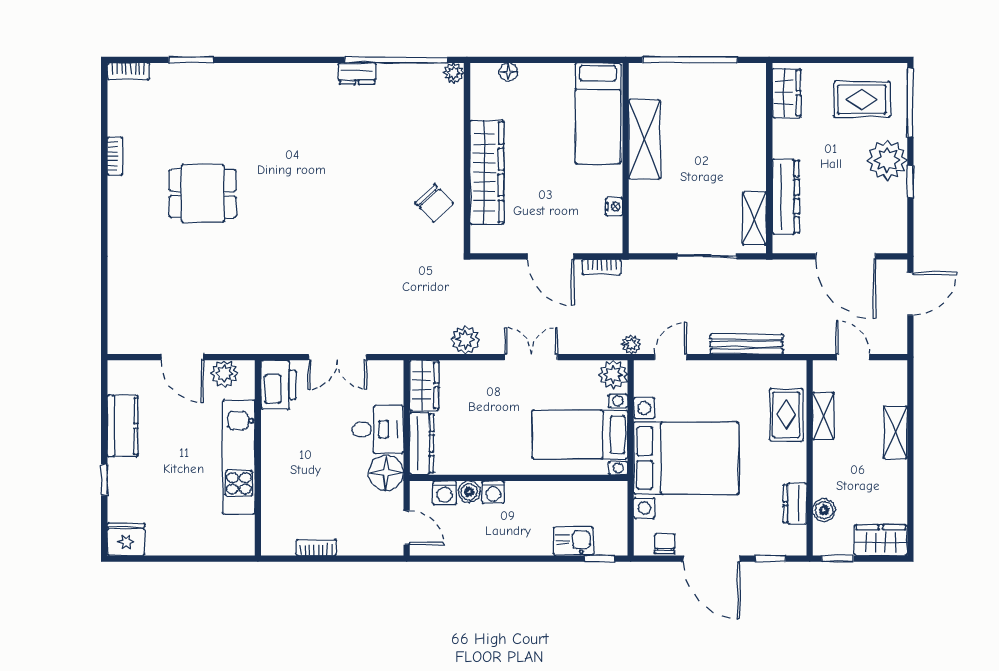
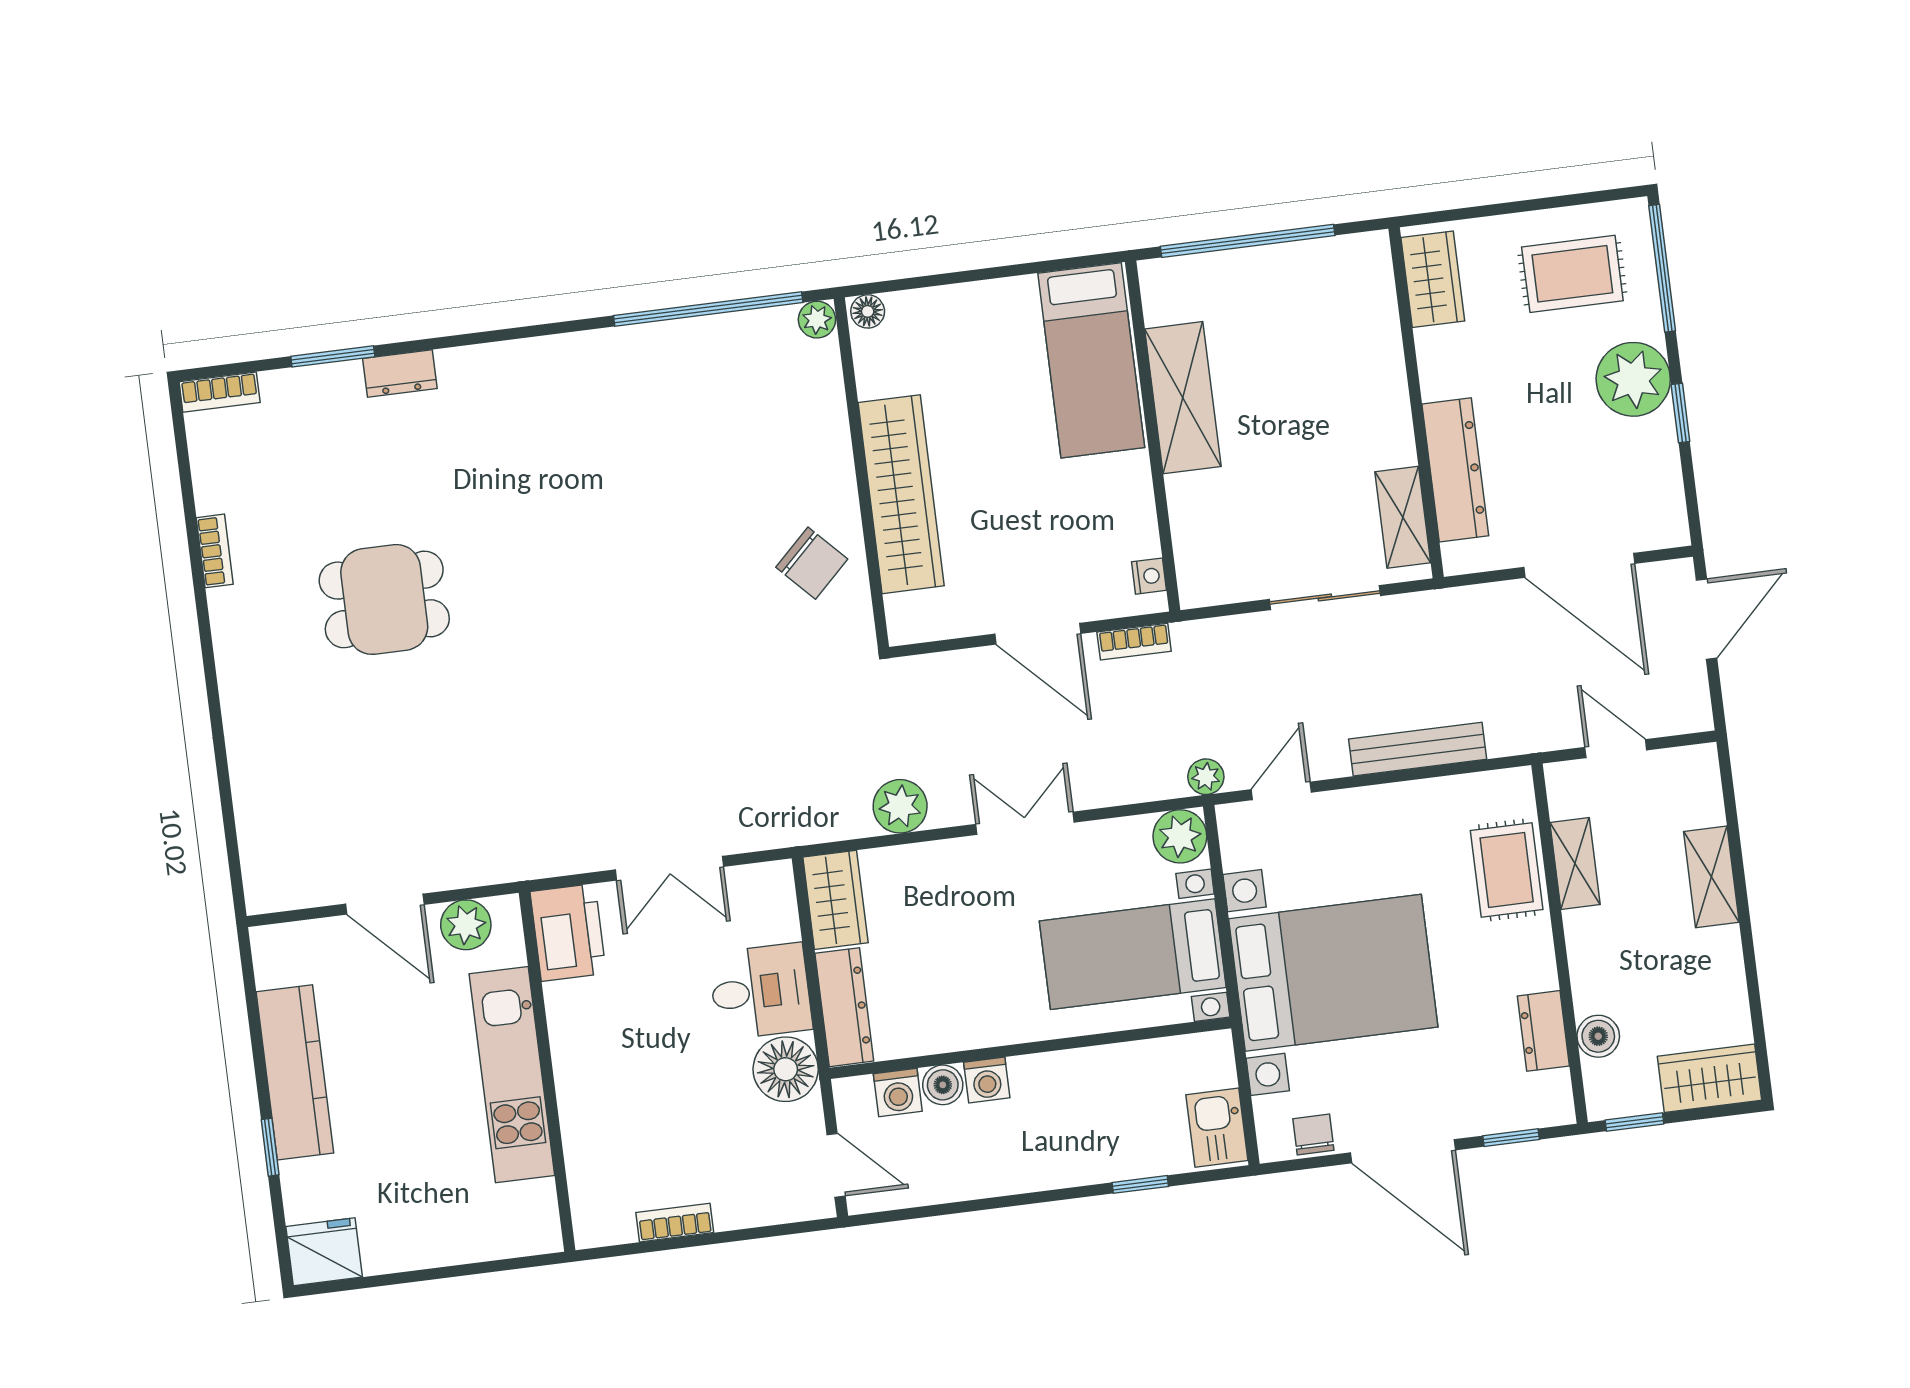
floor lamp: (508, 72) -> (868, 311), moved
dresser: (357, 74) -> (400, 374), moved
nightstand: (614, 207) -> (1149, 576), moved
kitchen counter: (123, 426) -> (295, 1072), width x1.50
kitchen sink: (573, 541) -> (1217, 1128), moved, turned -90
window: (599, 559) -> (1140, 1184), moved

